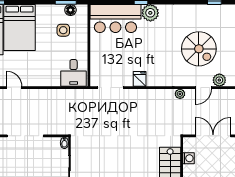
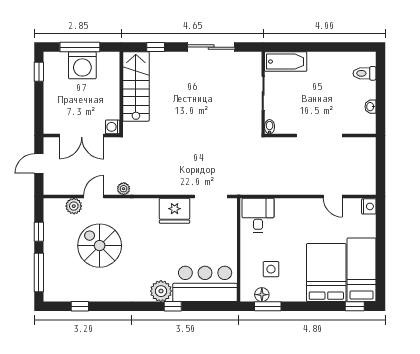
fridge: (140, 79) -> (175, 211), width x1.88, depth x1.34
washing machine: (189, 158) -> (113, 127), moved

